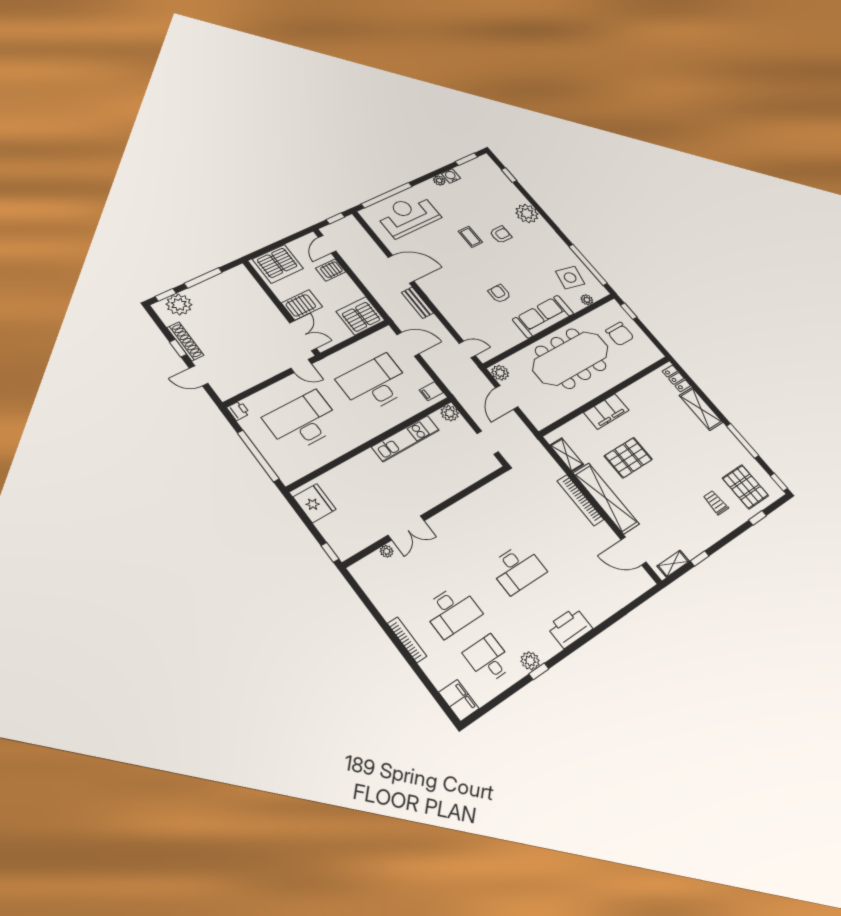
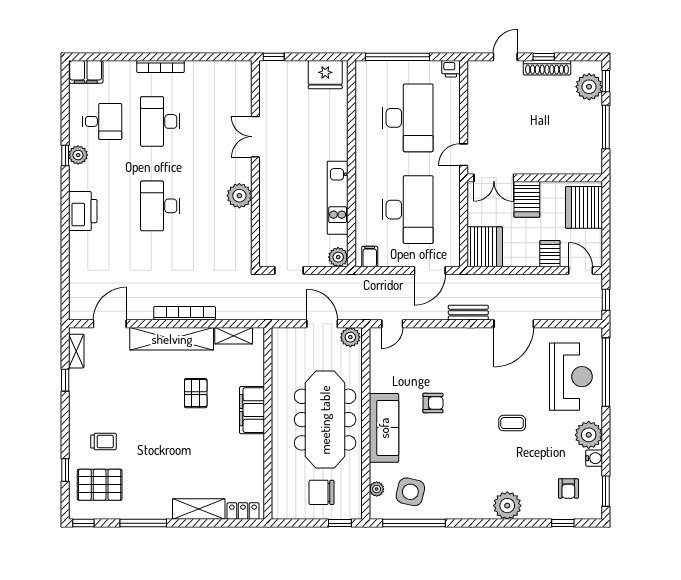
plant: (439, 180) -> (589, 435), width x1.88, depth x1.88
armchair: (501, 235) -> (568, 488), moved
pallet: (628, 458) -> (196, 393), width x0.67, depth x0.71
plant: (387, 551) -> (239, 196), moved, width x1.88, depth x1.88

